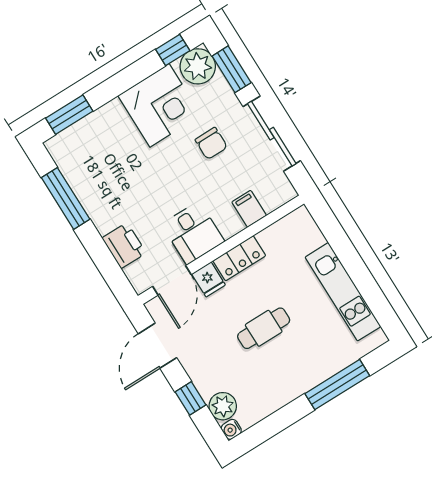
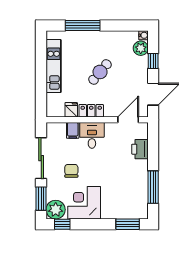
desk: (193, 233) -> (92, 135), moved
fridge: (208, 279) -> (71, 110), moved
cafe table: (264, 328) -> (100, 72), turned -50

